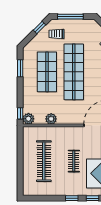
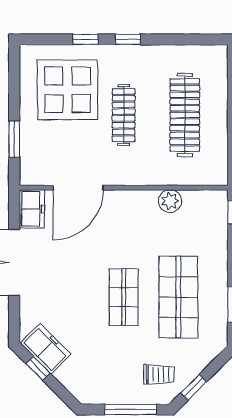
shop shelf: (74, 72) -> (124, 297), width x0.50, depth x0.74
plant: (28, 119) -> (216, 201), removed
clothes rail: (74, 161) -> (124, 115), width x1.36

